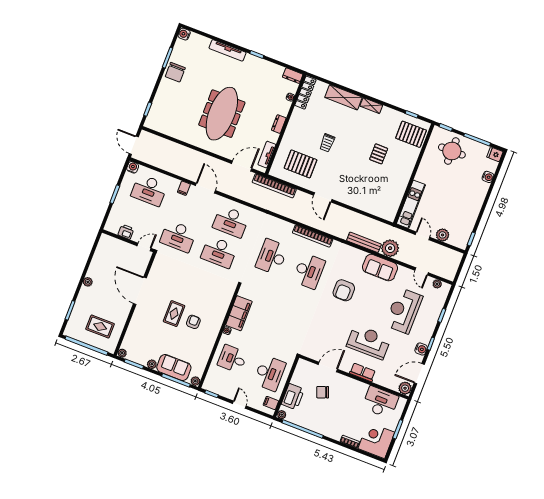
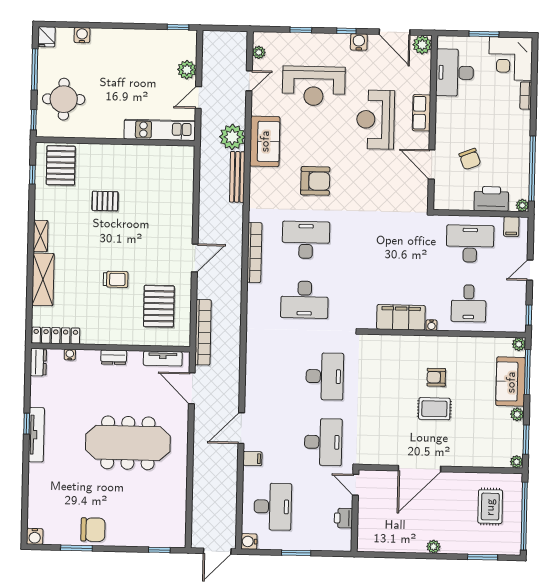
tv unit: (228, 50) -> (36, 435), moved
desk: (231, 222) -> (276, 375), removed

